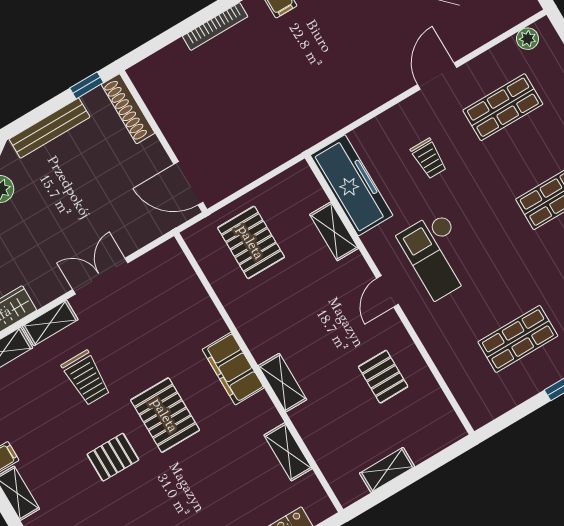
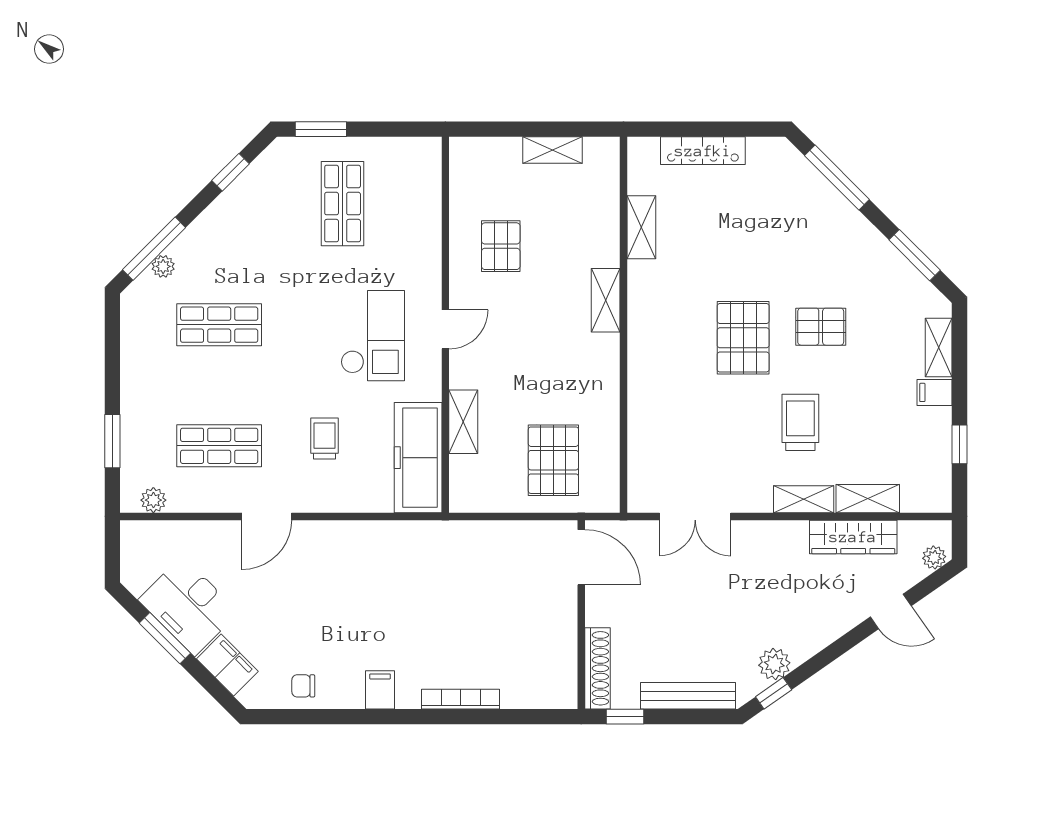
double door: (100, 276) -> (695, 516), moved
shop shelf: (518, 339) -> (343, 204), turned 90
filing cabinet: (233, 369) -> (647, 344), removed

